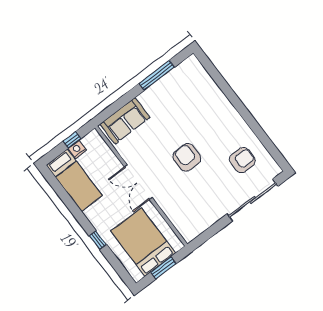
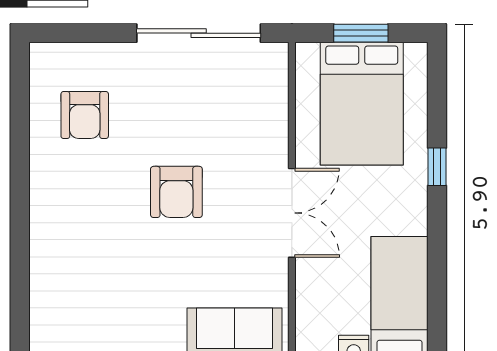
armchair: (242, 160) -> (85, 115), turned -90
sliding door: (253, 200) -> (199, 33), moved

